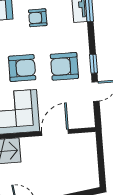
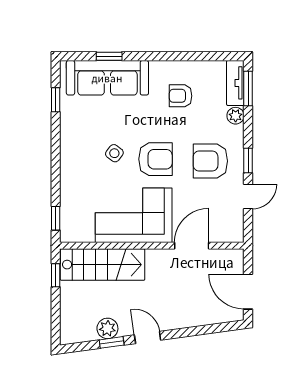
plant: (81, 30) -> (236, 116), added
door: (101, 165) -> (248, 292), added

